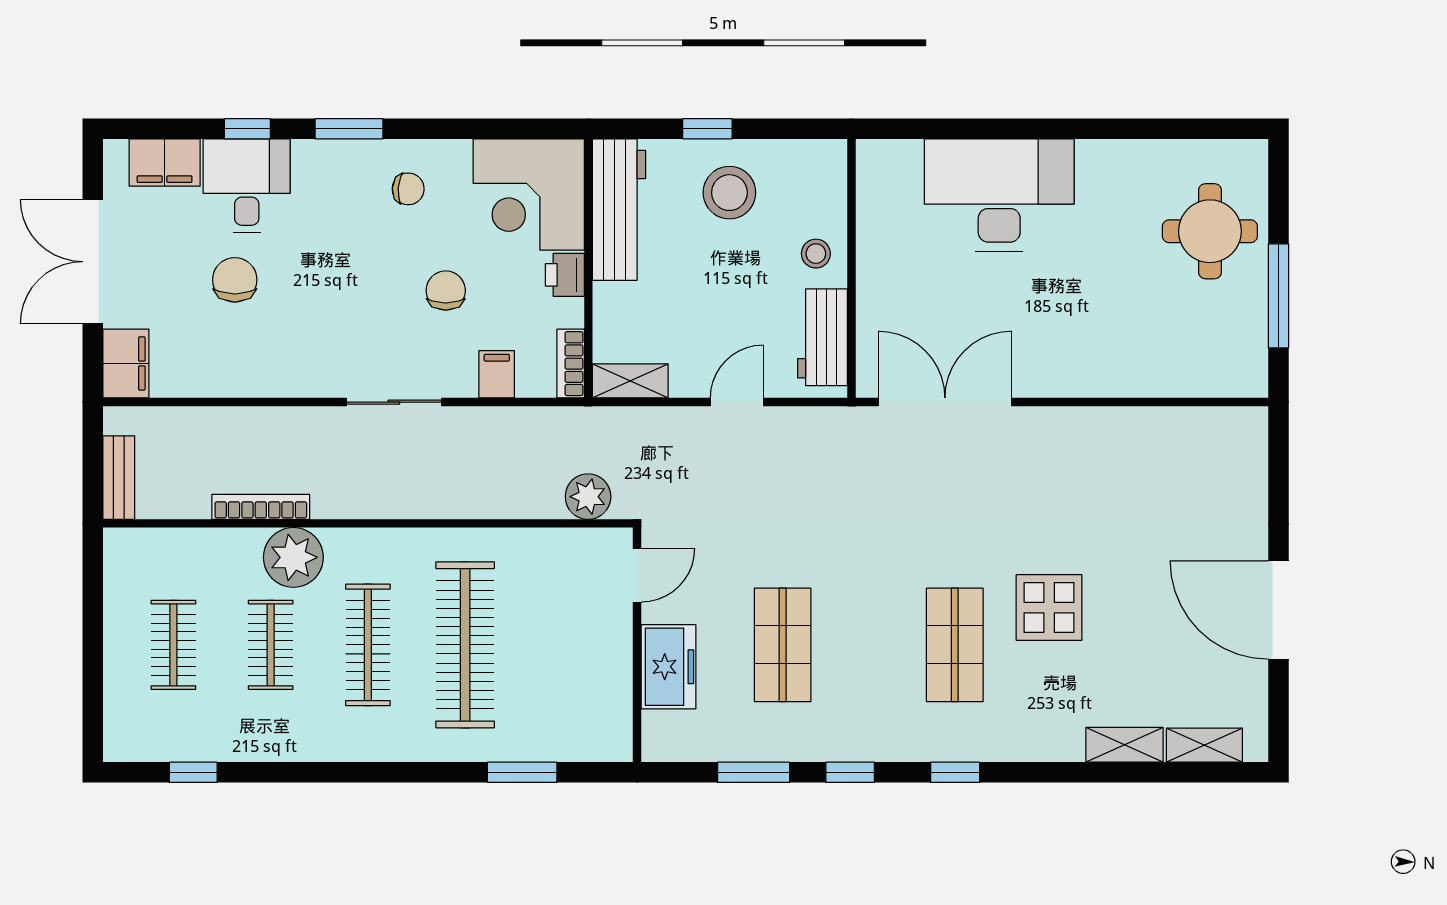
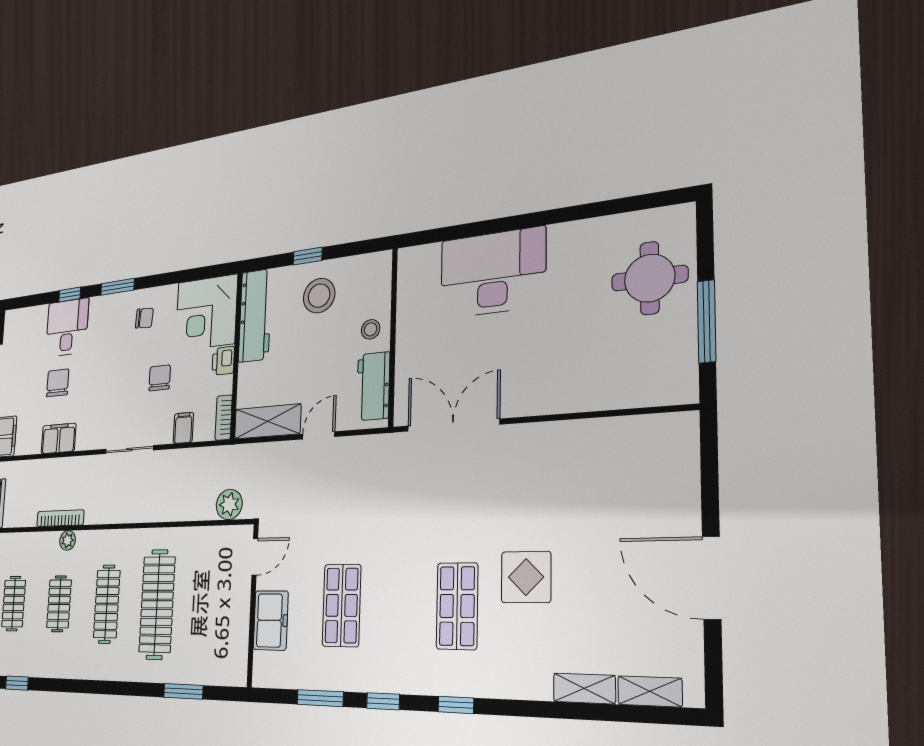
filing cabinet: (165, 163) -> (59, 438), moved, turned 180
shelving: (630, 381) -> (268, 421), width x1.50, depth x1.33
plant: (293, 557) -> (68, 540), width x0.53, depth x0.53

